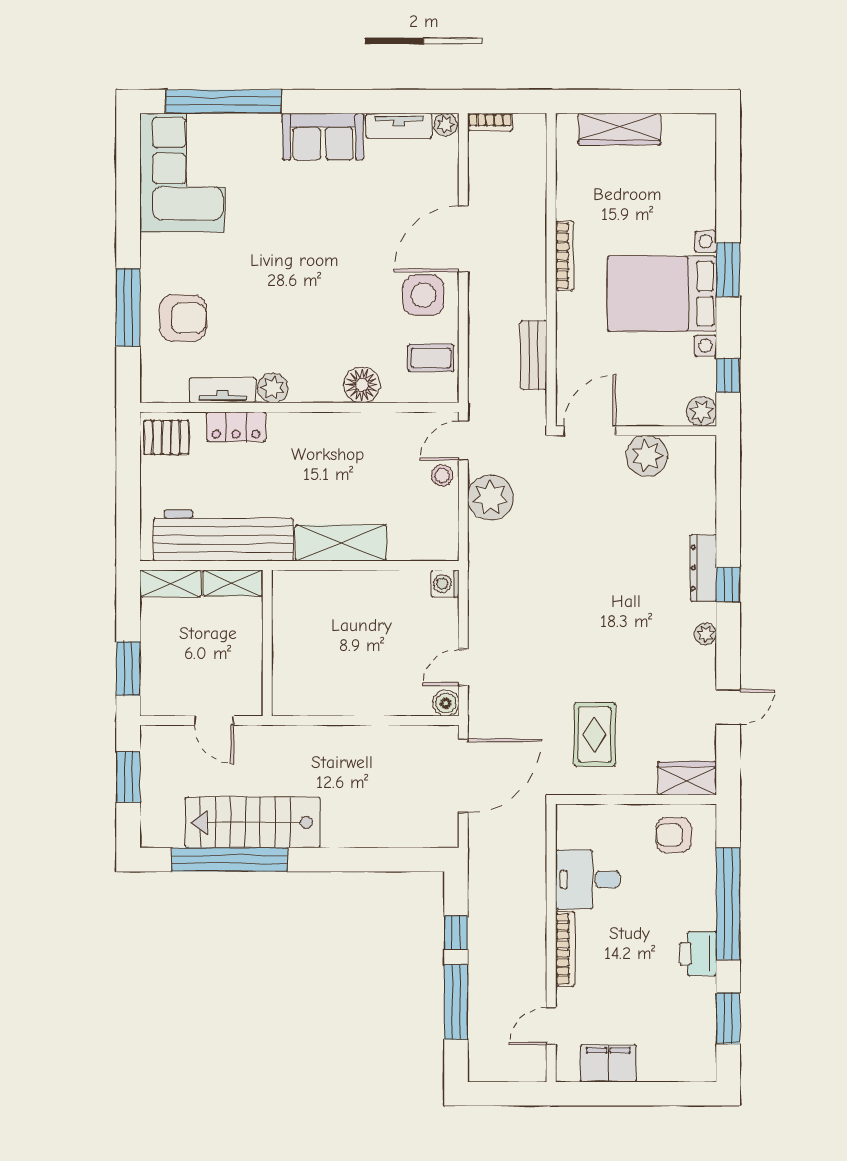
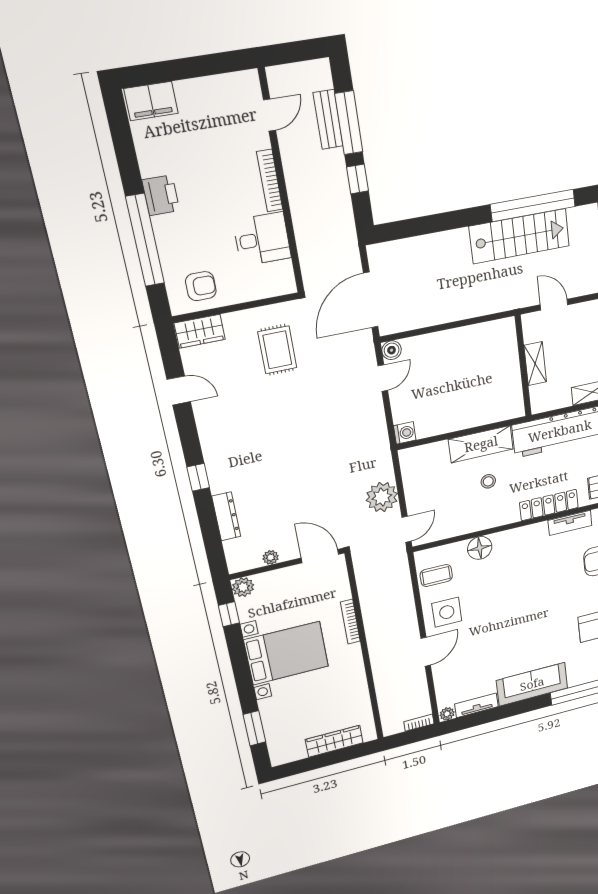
sofa: (323, 137) -> (532, 684), width x1.36
door: (463, 239) -> (426, 652), width x0.73
bookcase: (564, 256) -> (350, 622), moved
window: (728, 270) -> (254, 728), moved
bench: (534, 355) -> (328, 119), moved
plant: (273, 388) -> (538, 532), removed
locker: (236, 427) -> (549, 505), width x1.53
door: (590, 431) -> (320, 556), swing flipped
plant: (647, 456) -> (271, 557), width x0.53, depth x0.53
stool: (442, 476) -> (488, 481), moved
dresser: (703, 568) -> (226, 516), moved
shelving: (233, 583) -> (535, 364), moved, turned 90
plant: (705, 634) -> (208, 439), removed
door: (728, 707) -> (179, 390), swing flipped
window: (728, 1018) -> (124, 145), removed
filing cabinet: (608, 1063) -> (151, 101), moved

